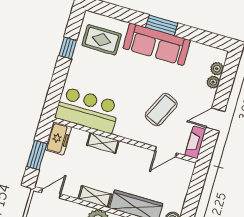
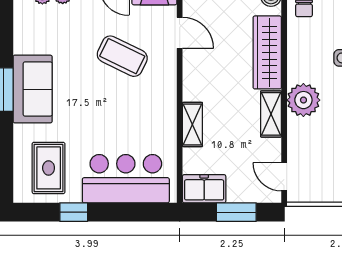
sofa: (157, 44) -> (33, 89), width x0.73
bar counter: (87, 110) -> (126, 179), moved, turned 90

